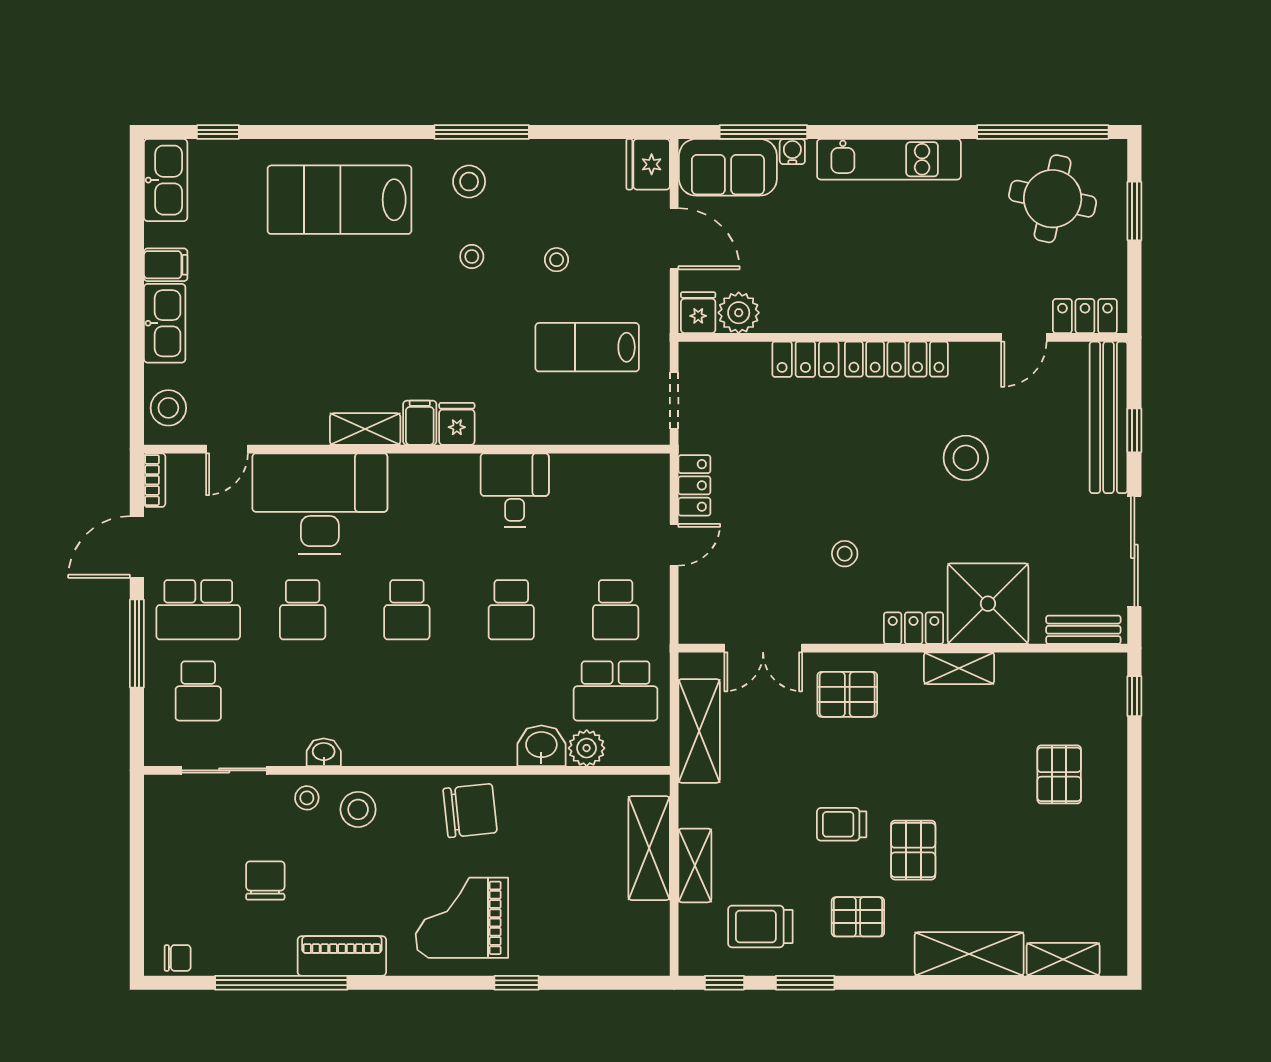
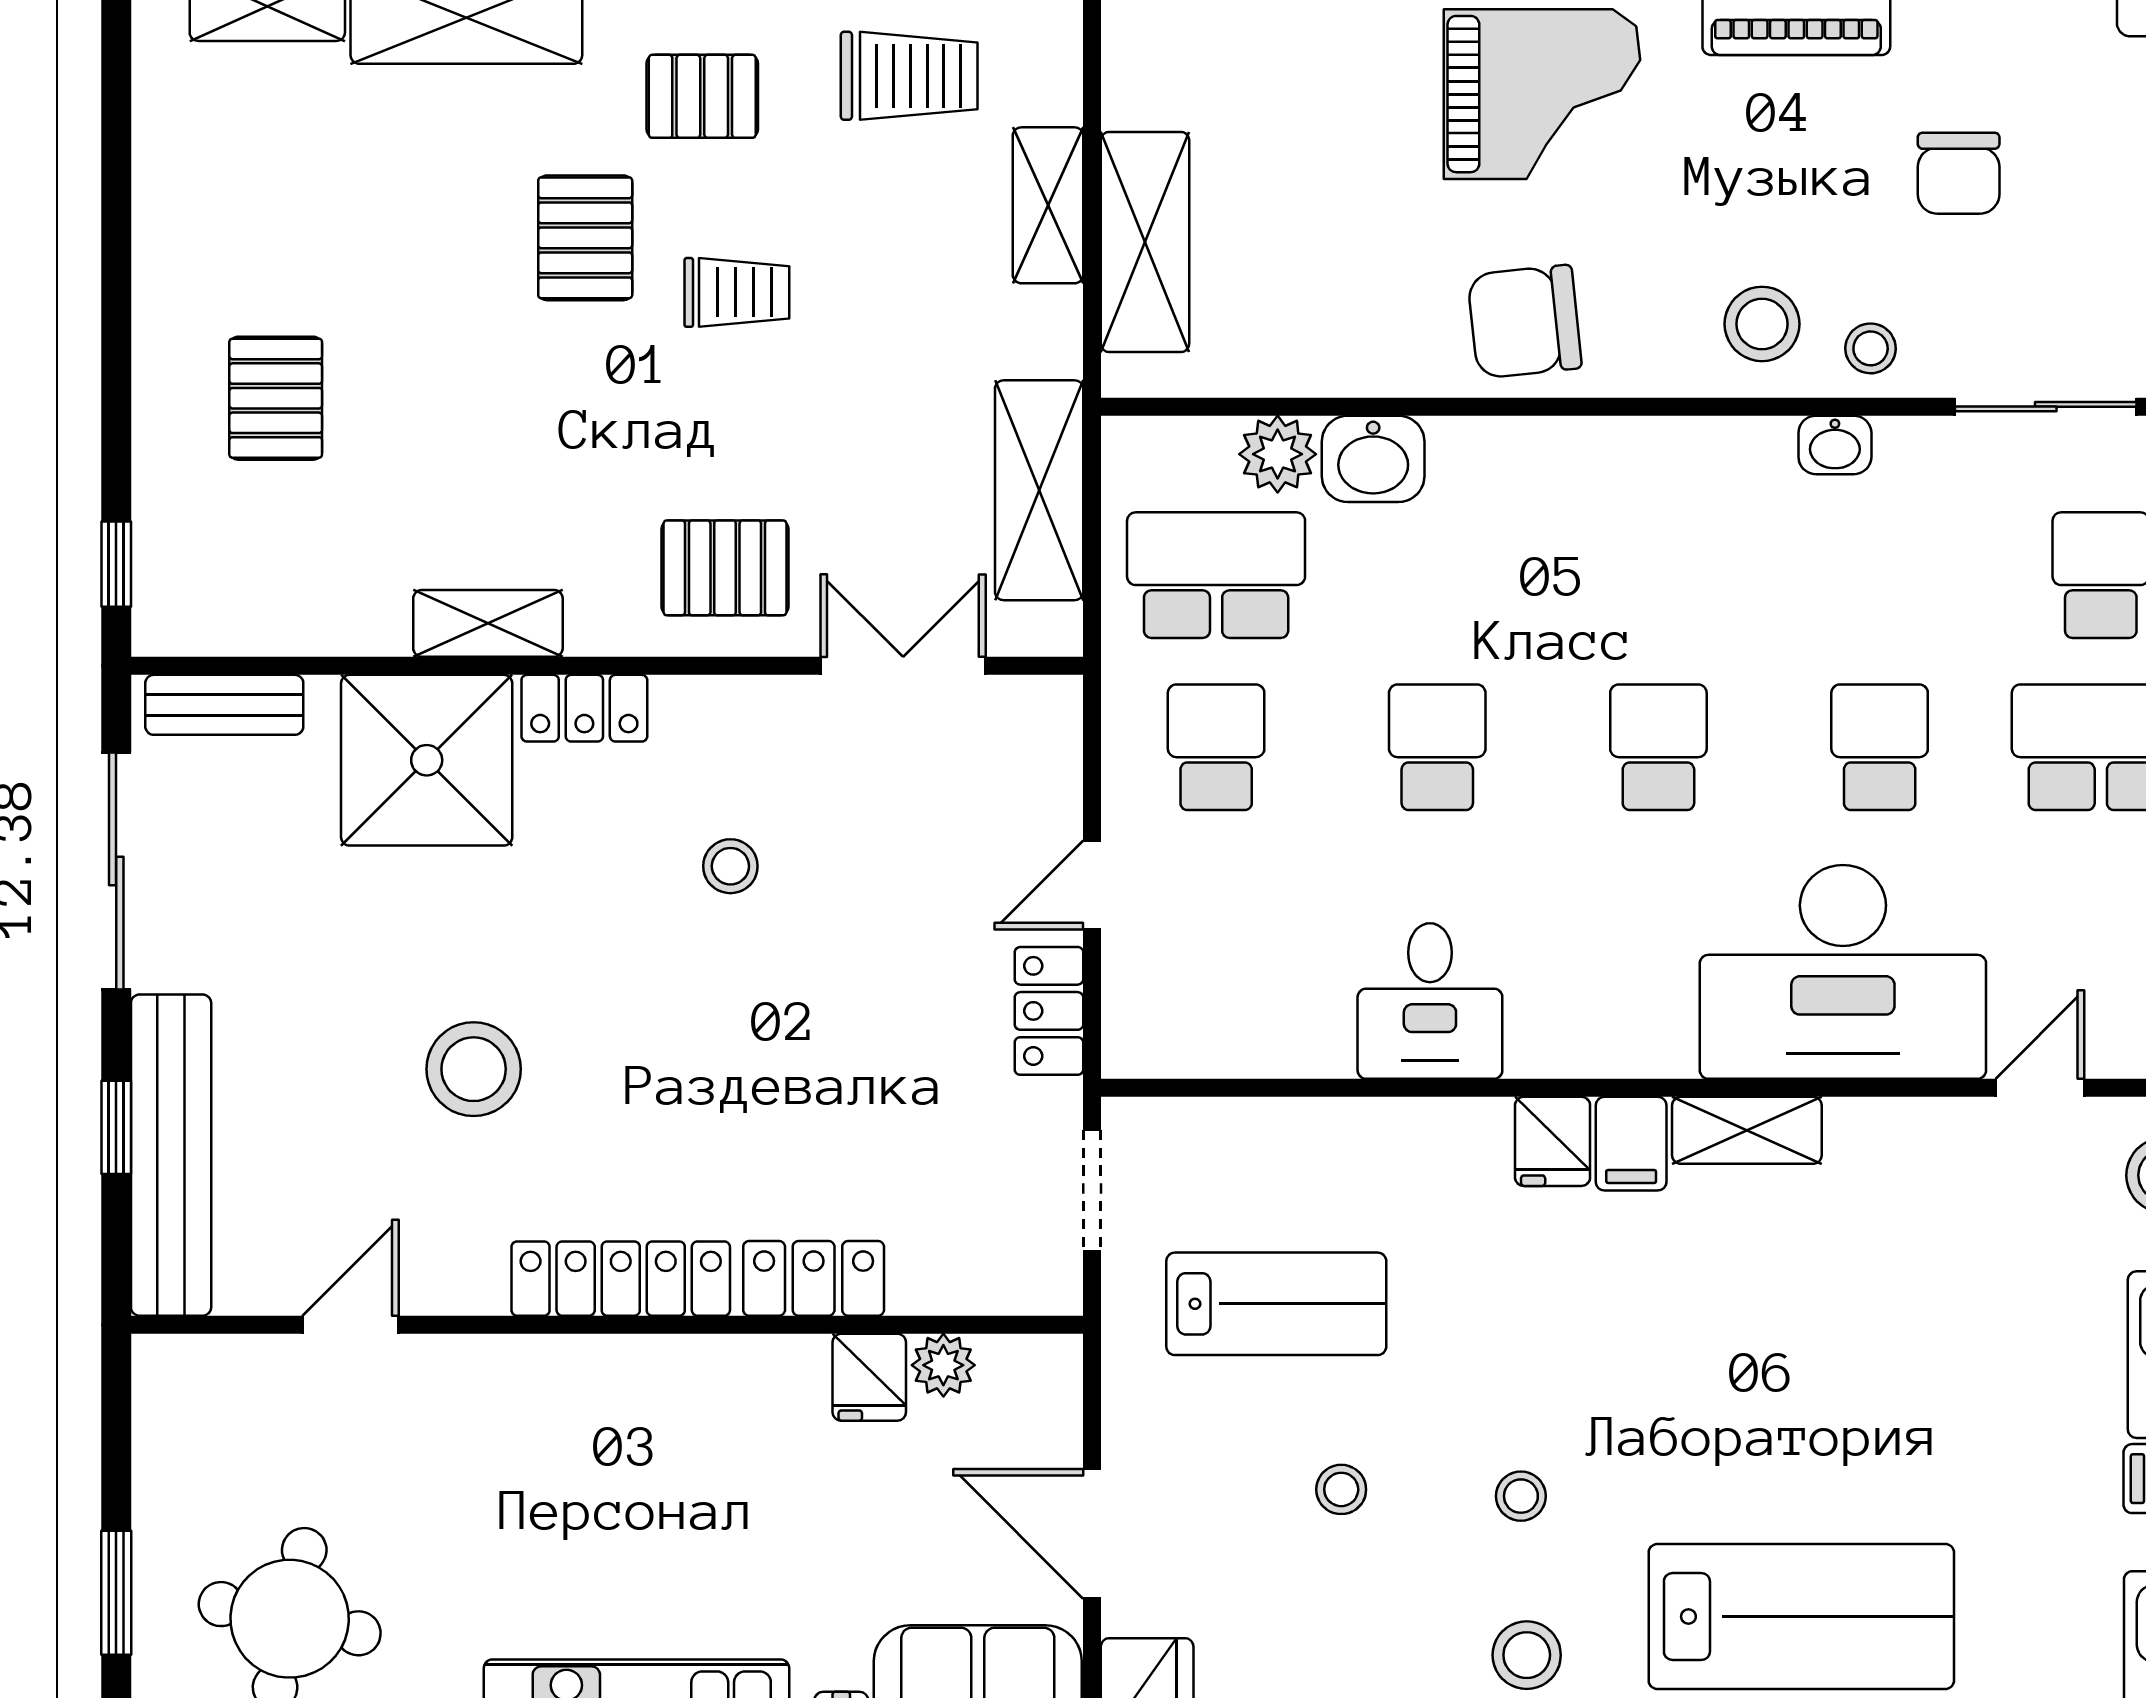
fridge: (698, 313) -> (869, 1377), moved
plant: (739, 313) -> (943, 1365), width x0.73, depth x0.73
locker: (1085, 316) -> (221, 1370), removed

